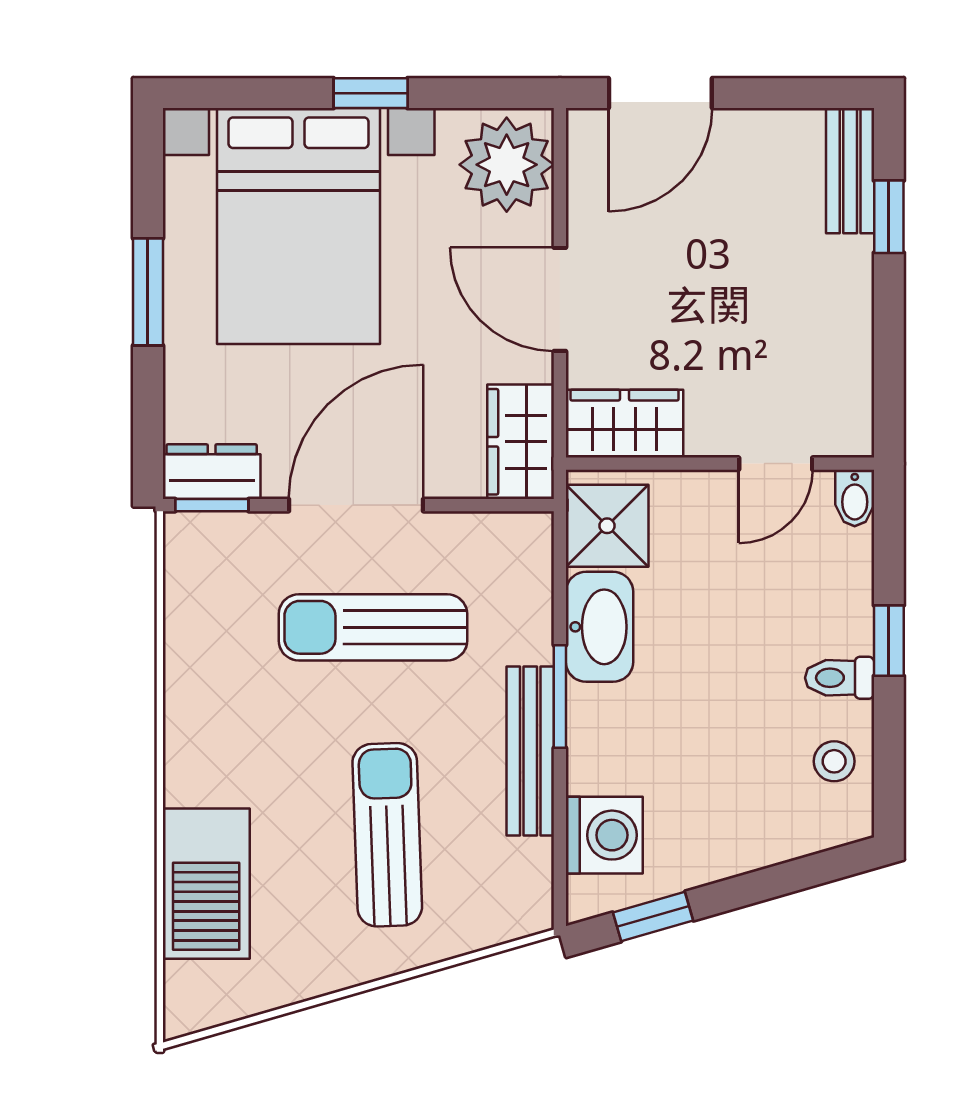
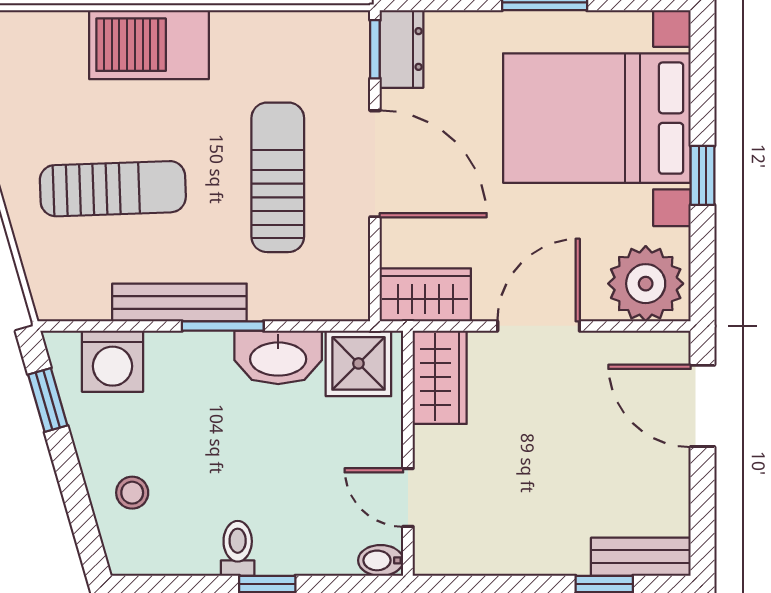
stool: (834, 761) -> (132, 493), moved
barbecue: (206, 884) -> (149, 45), moved

